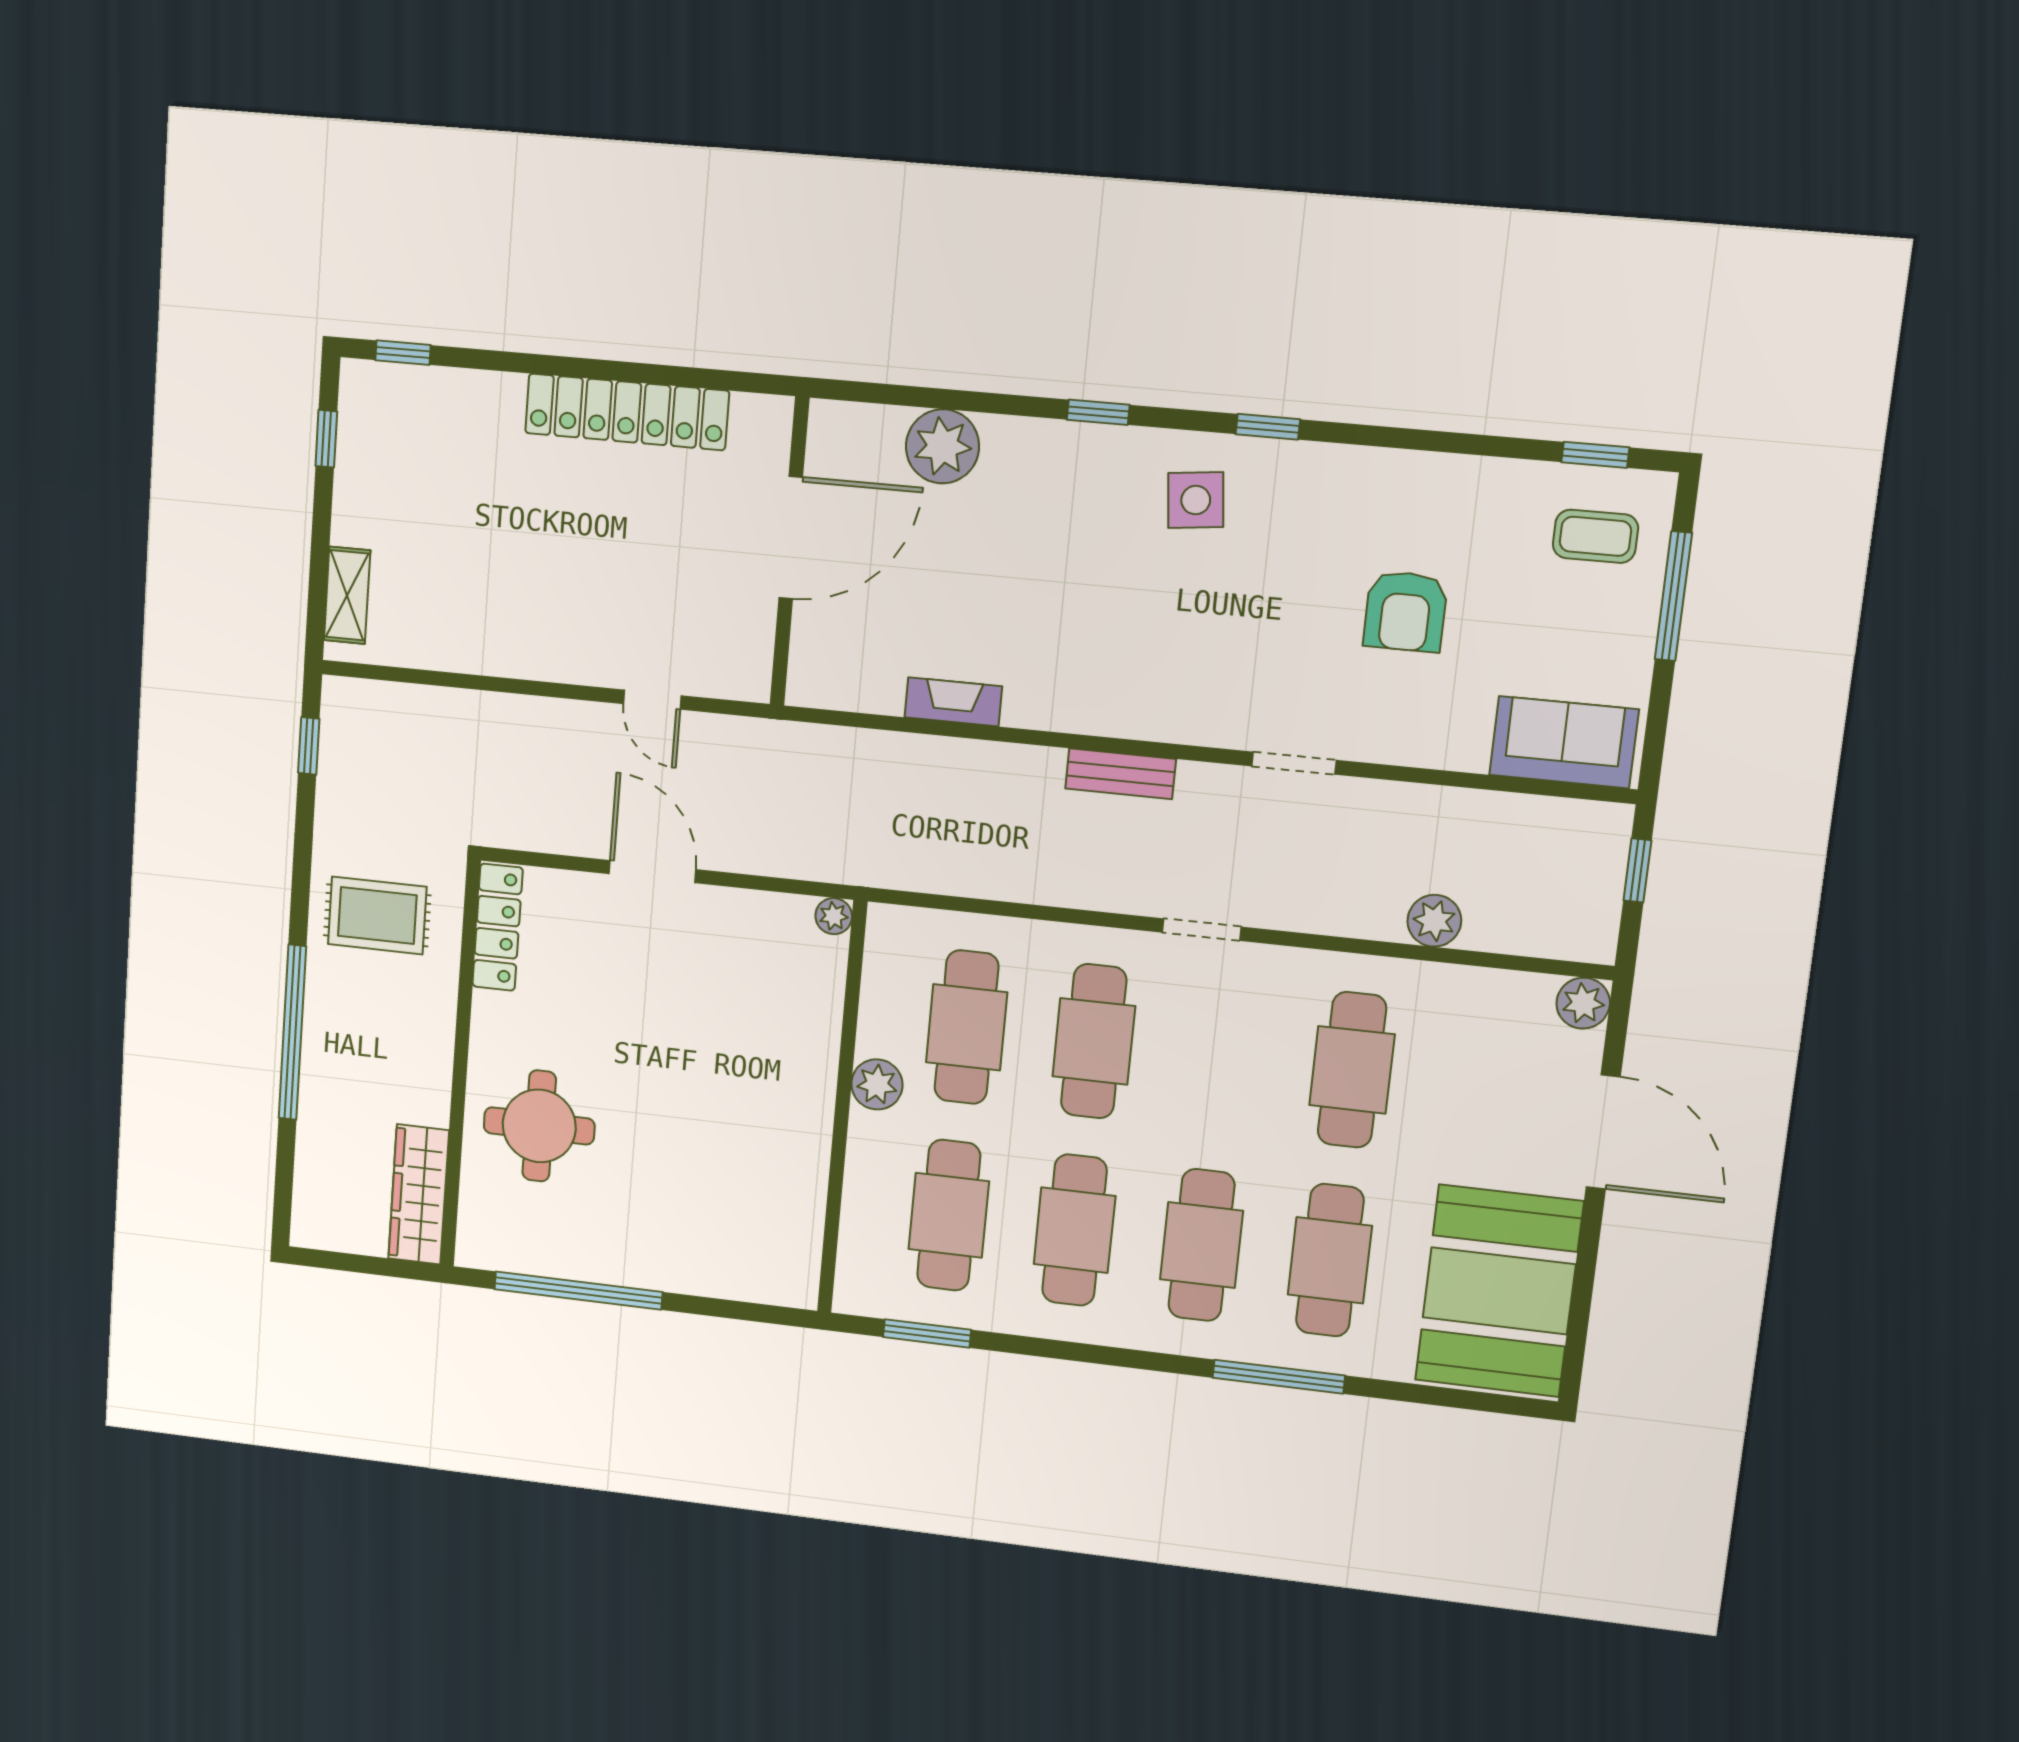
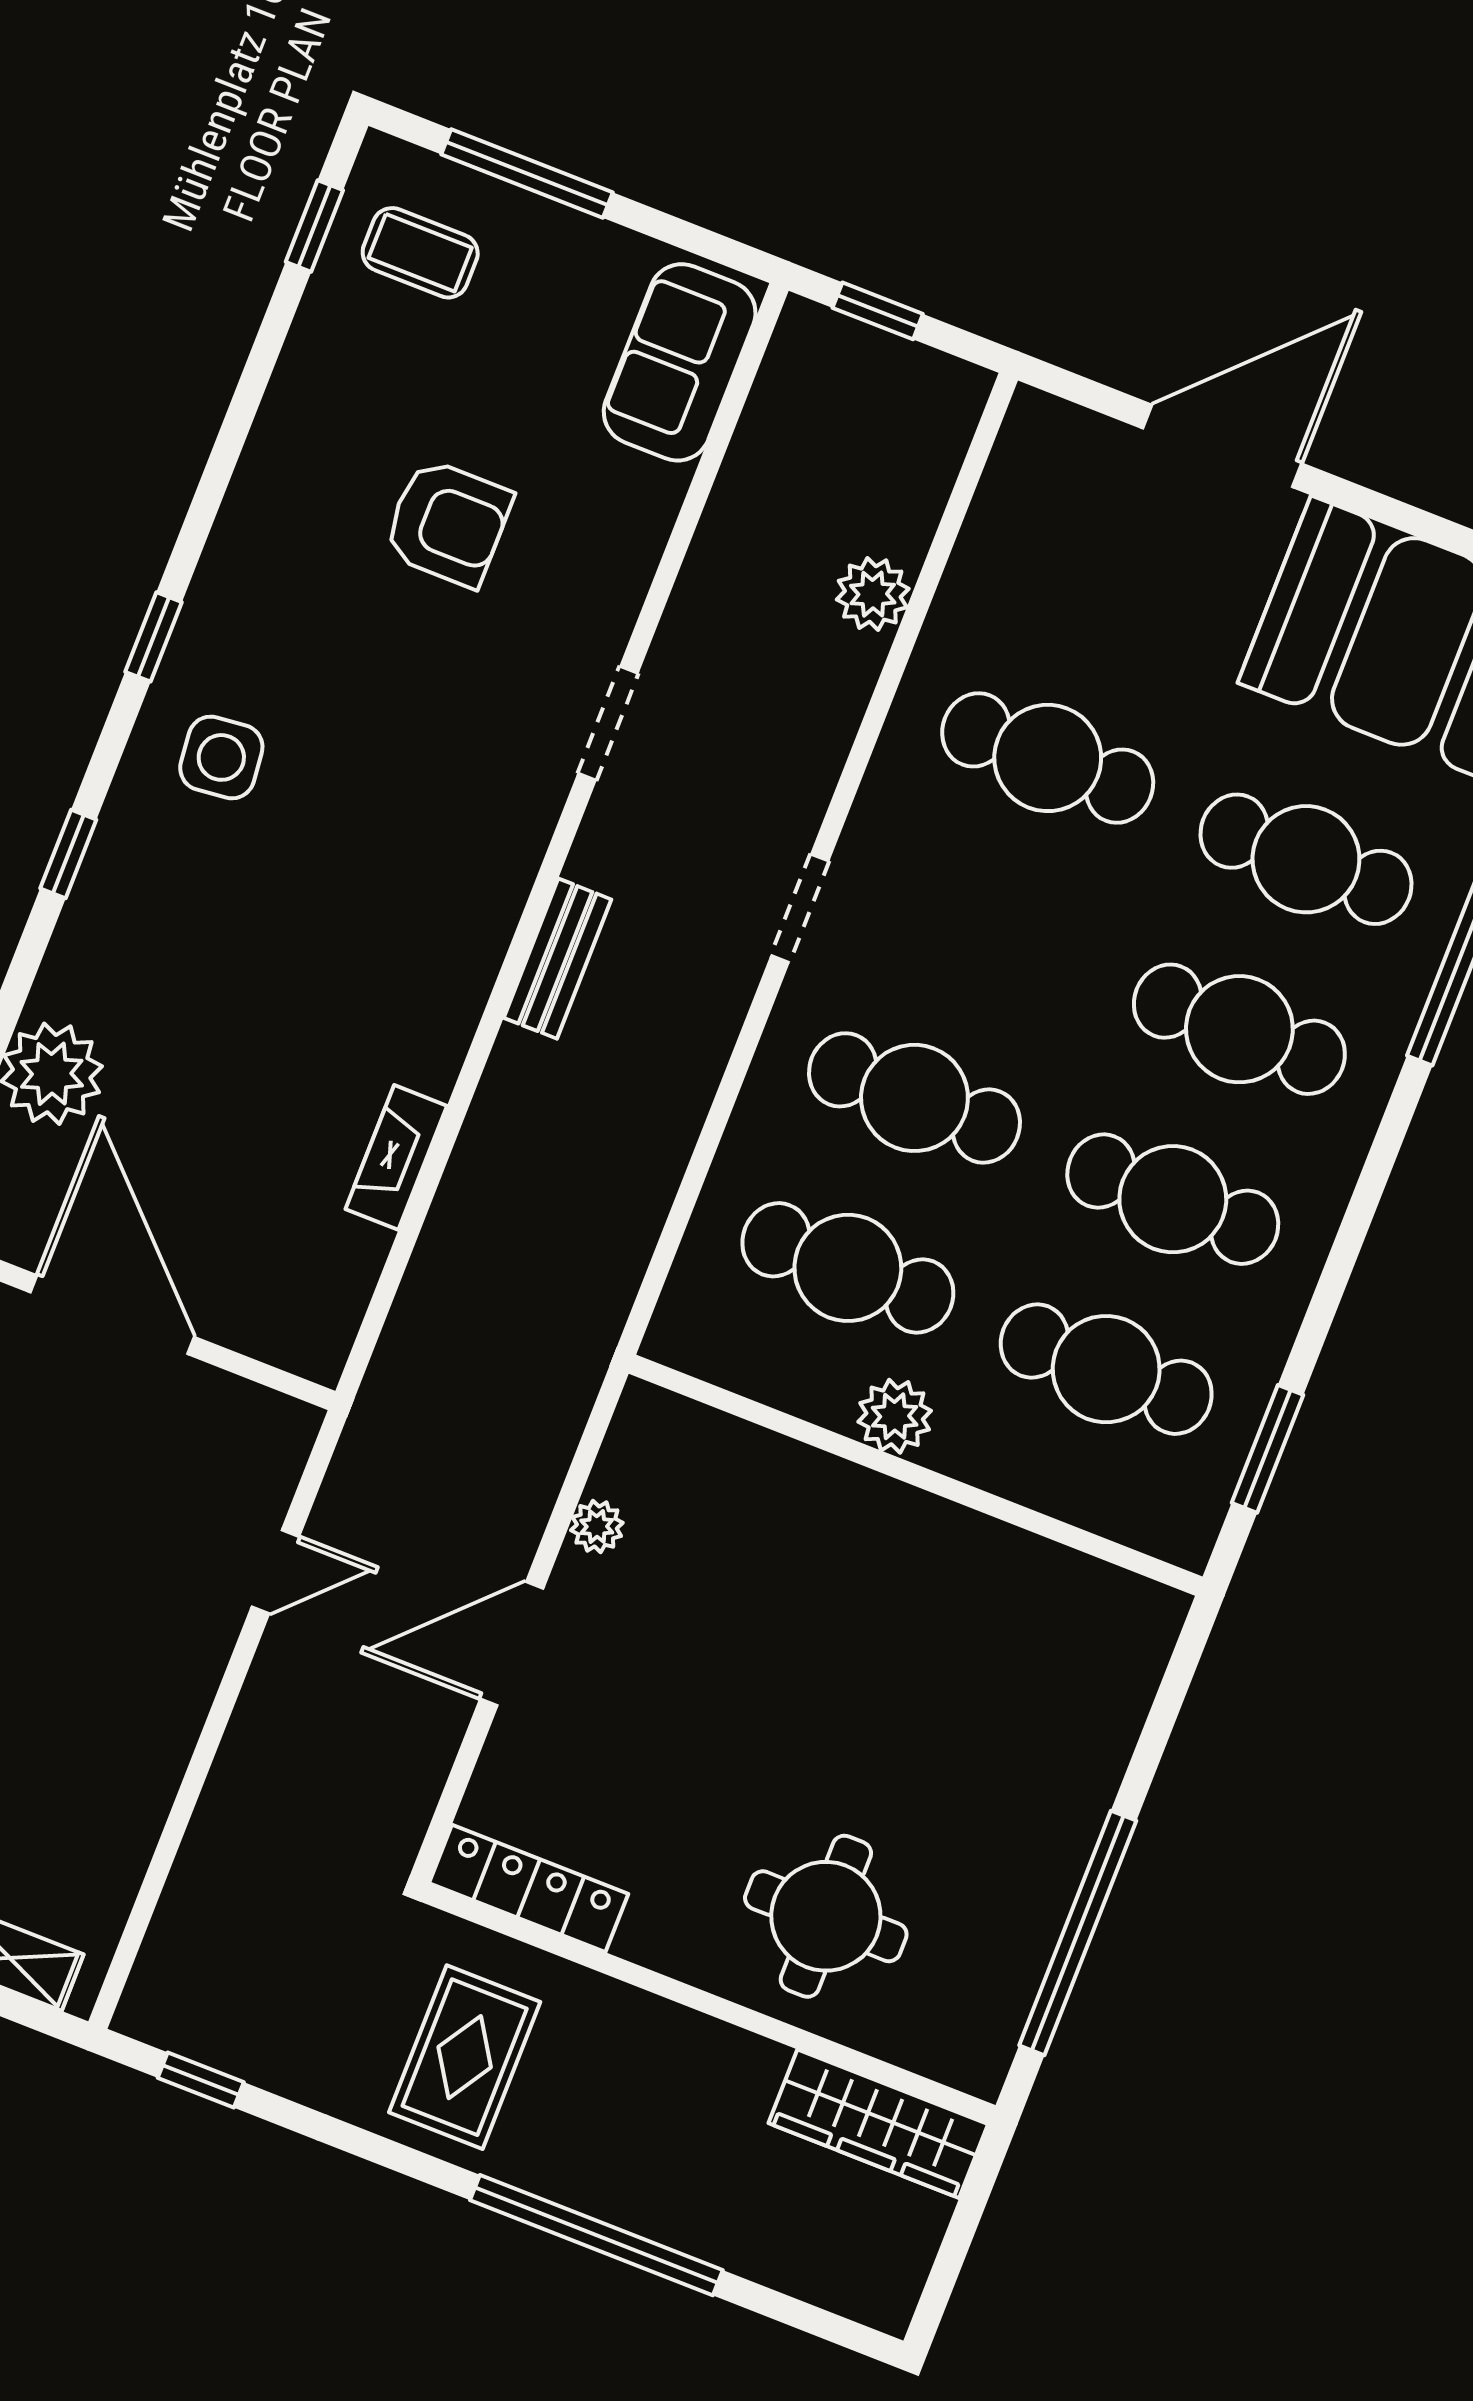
coffee table: (1595, 536) -> (420, 253), turned 90
plant: (834, 916) -> (597, 1526), moved
plant: (1583, 1003) -> (1038, 427), removed

